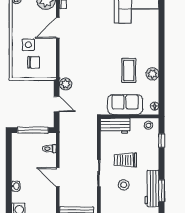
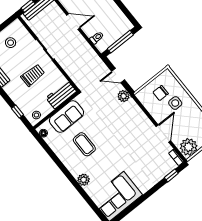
plant: (152, 74) -> (84, 180), moved
stool: (124, 185) -> (11, 43), moved

